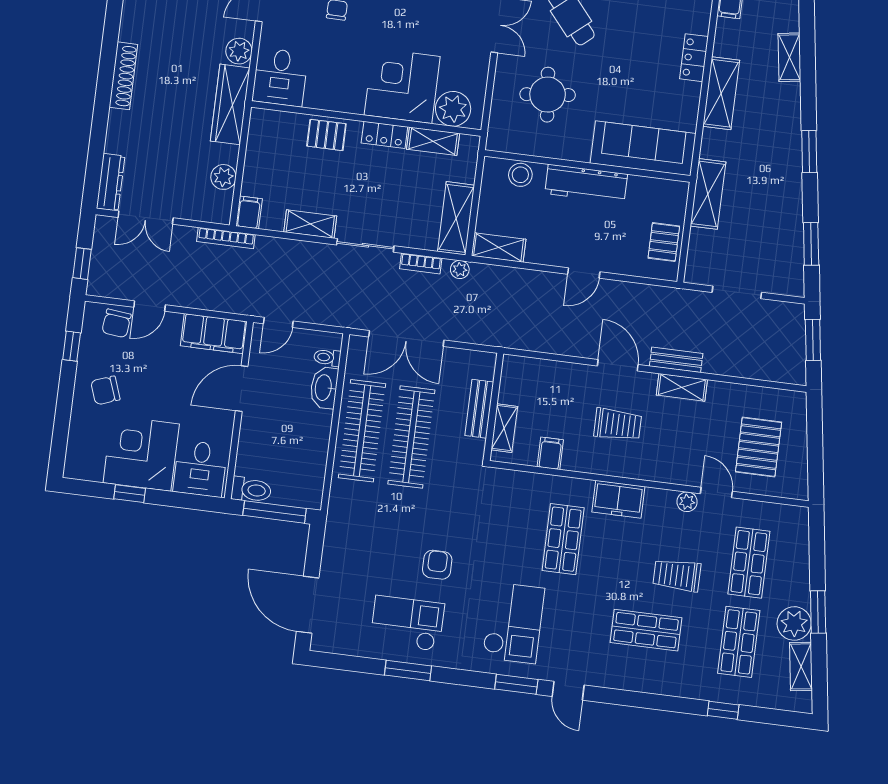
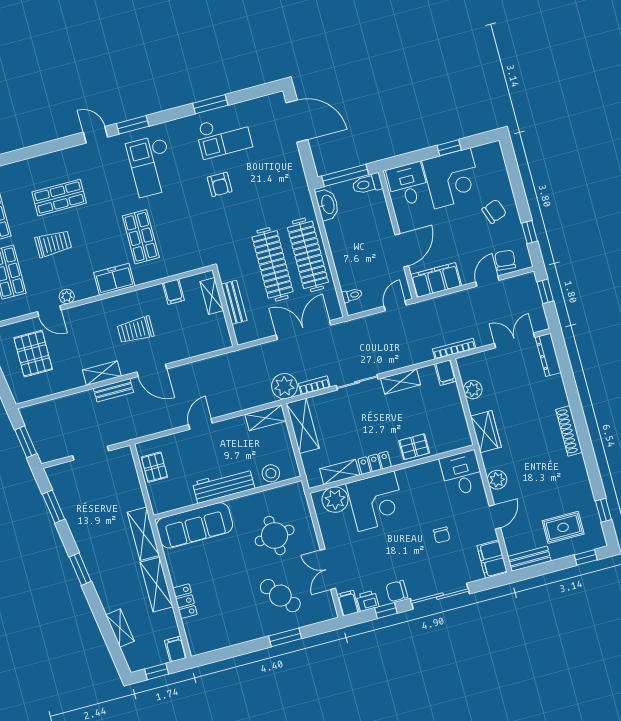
wardrobe: (230, 104) -> (486, 432), width x0.67
shelving: (708, 194) -> (143, 534), moved
plant: (460, 270) -> (284, 386), width x1.87, depth x1.87
washbasin: (324, 388) -> (327, 204), moved

